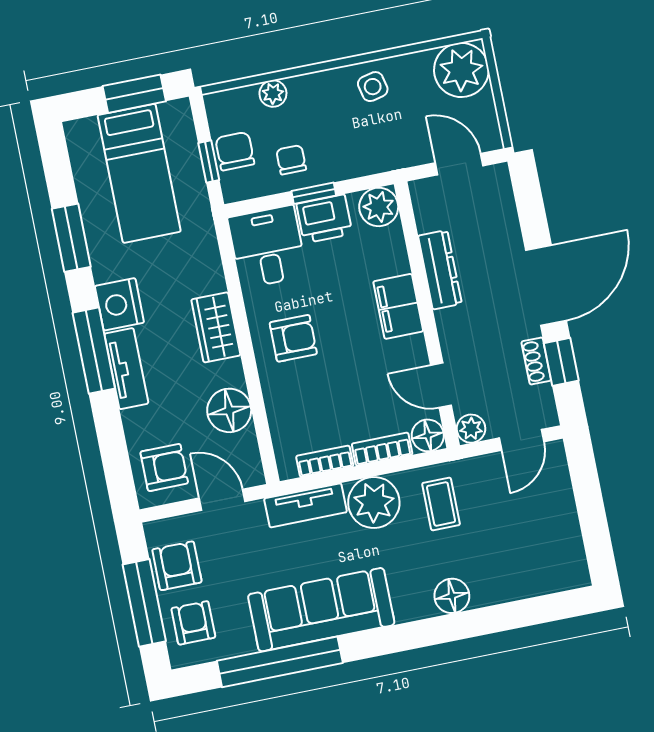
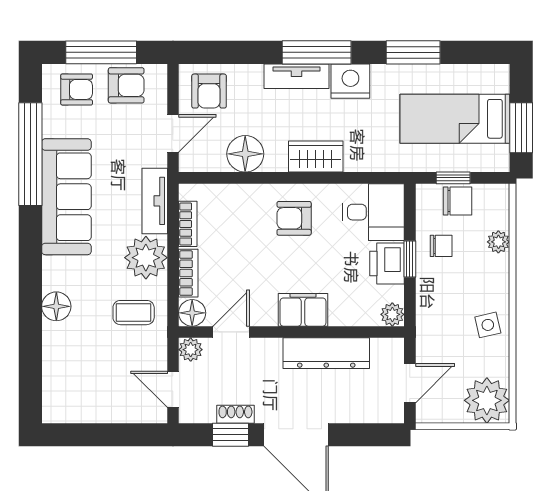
plant: (379, 207) -> (392, 314), width x0.73, depth x0.73
dresser: (440, 270) -> (326, 353), width x1.37, depth x1.24
armchair: (293, 338) -> (294, 218), turned 90

